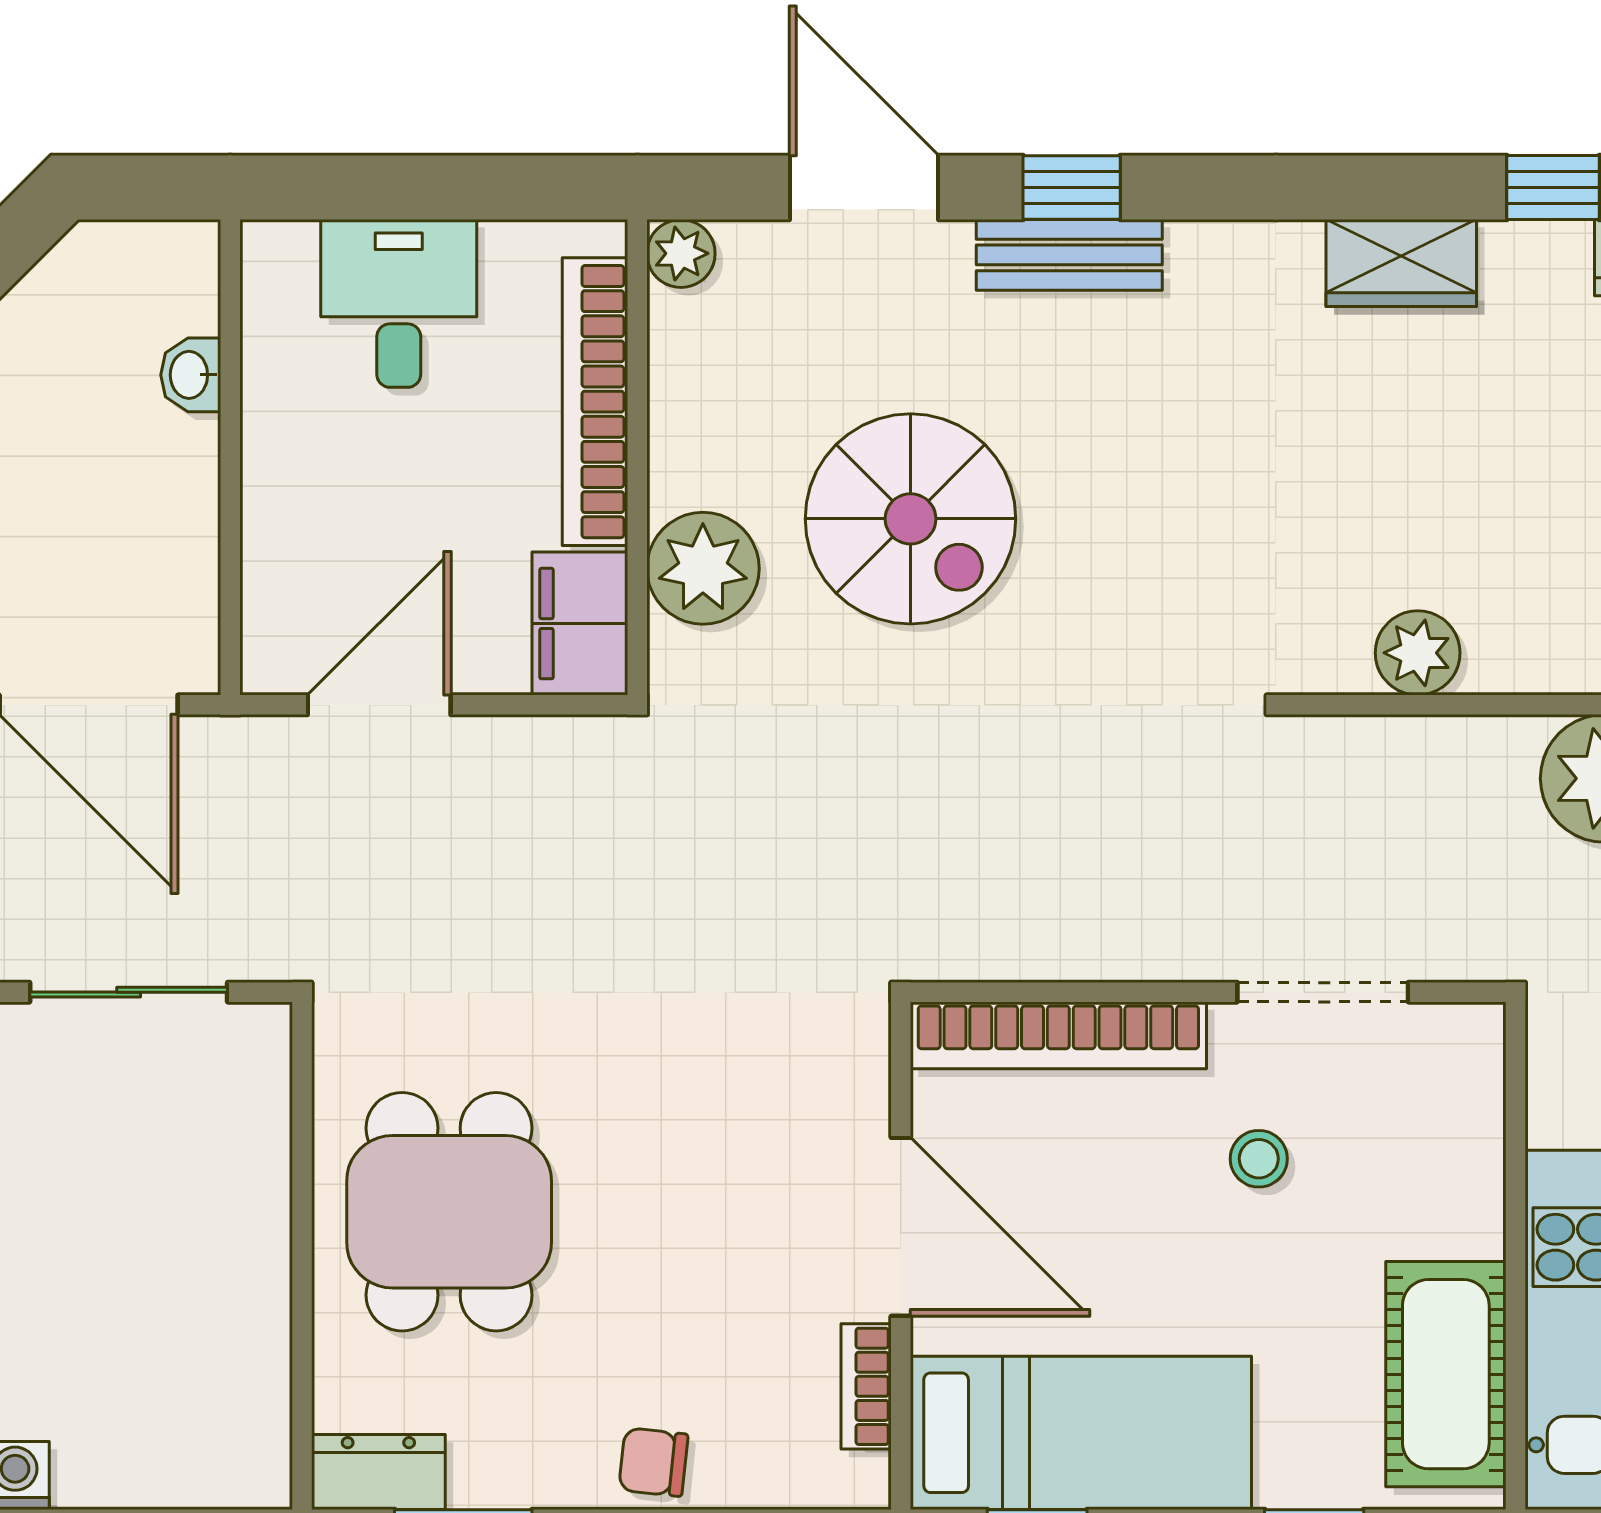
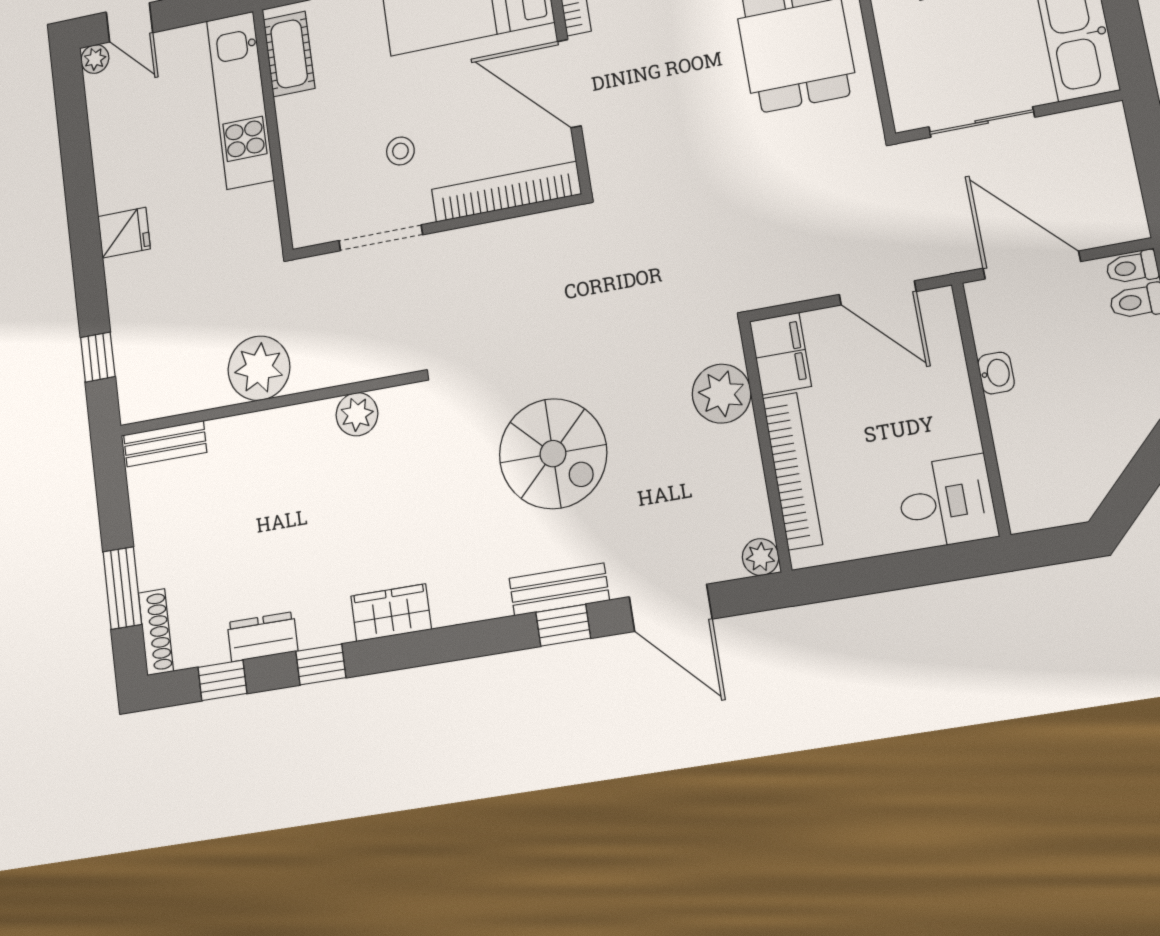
desk: (399, 303) -> (947, 502), moved, turned -90
washbasin: (191, 375) -> (996, 373), moved
spiral stairs: (911, 519) -> (553, 454), moved, turned 180
door: (379, 705) -> (878, 293), hinge flipped
cot: (1446, 1374) -> (289, 54), width x0.73, depth x0.75

